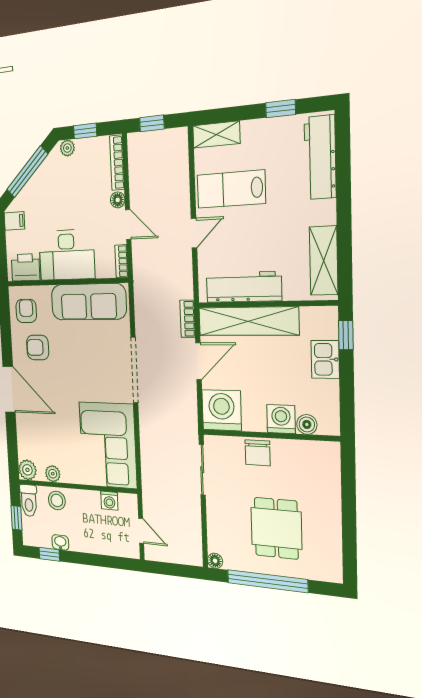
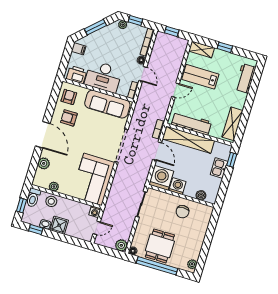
window: (281, 109) -> (225, 47), moved
workbench: (320, 157) -> (245, 78), width x0.73
window: (27, 172) -> (95, 27), width x0.69
door: (198, 361) -> (157, 151), hinge flipped
washing machine: (281, 419) -> (177, 186), moved
chair: (258, 453) -> (183, 212), moved
plant: (27, 470) -> (44, 163), moved
washing machine: (109, 501) -> (95, 212), moved
dining table: (276, 528) -> (160, 246), moved
door: (141, 531) -> (97, 228), hinge flipped
shower: (81, 539) -> (59, 225), added
plant: (192, 554) -> (121, 245), added
plant: (333, 566) -> (192, 264), added

